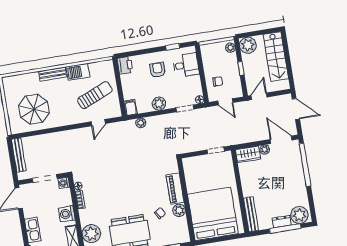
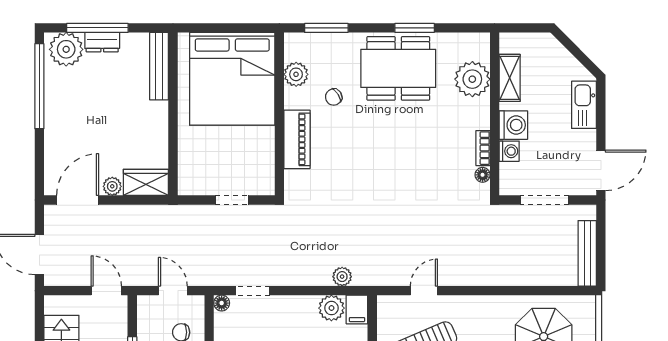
door: (259, 96) -> (106, 291), swing flipped
plant: (159, 104) -> (331, 308), moved
door: (281, 140) -> (78, 200), swing flipped
doorway: (216, 150) -> (232, 200), moved
window: (305, 165) -> (39, 86), moved
washing machine: (64, 183) -> (509, 151), moved
plant: (179, 210) -> (296, 74), moved

